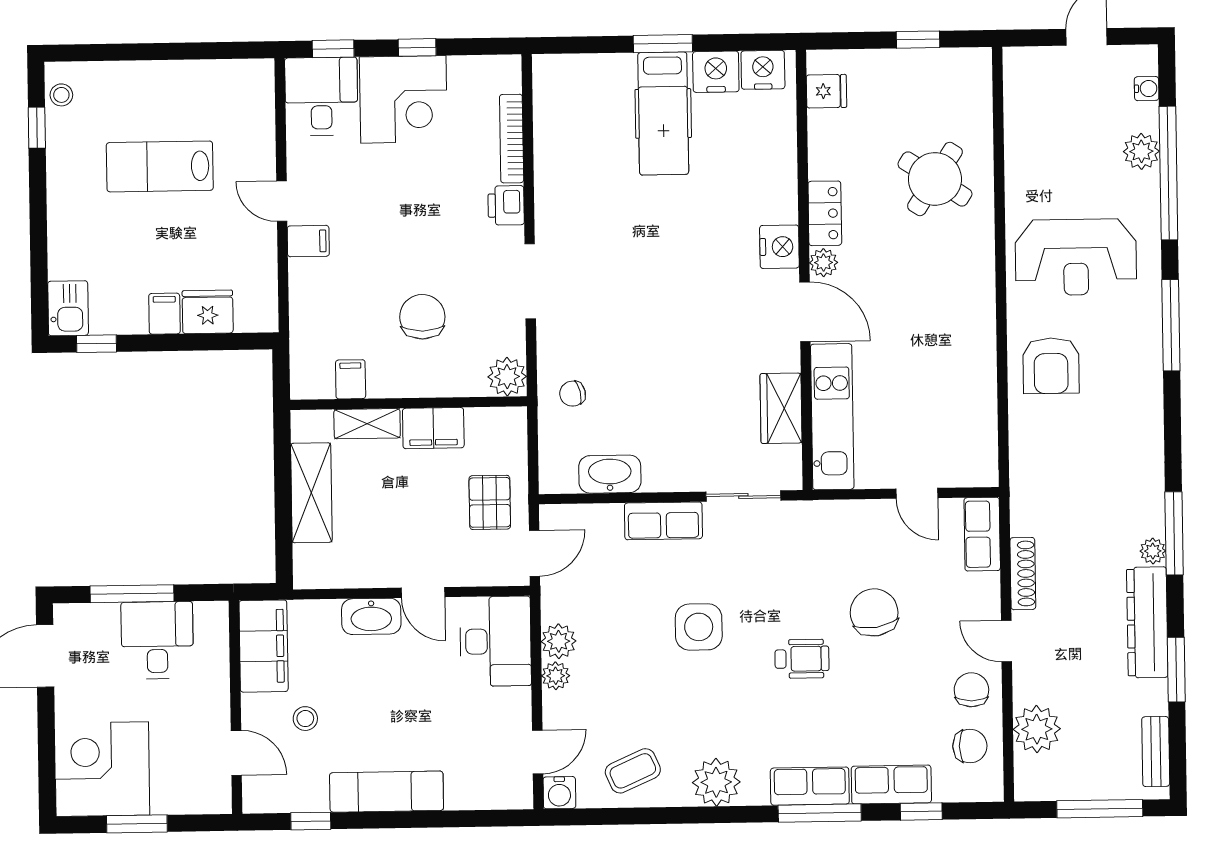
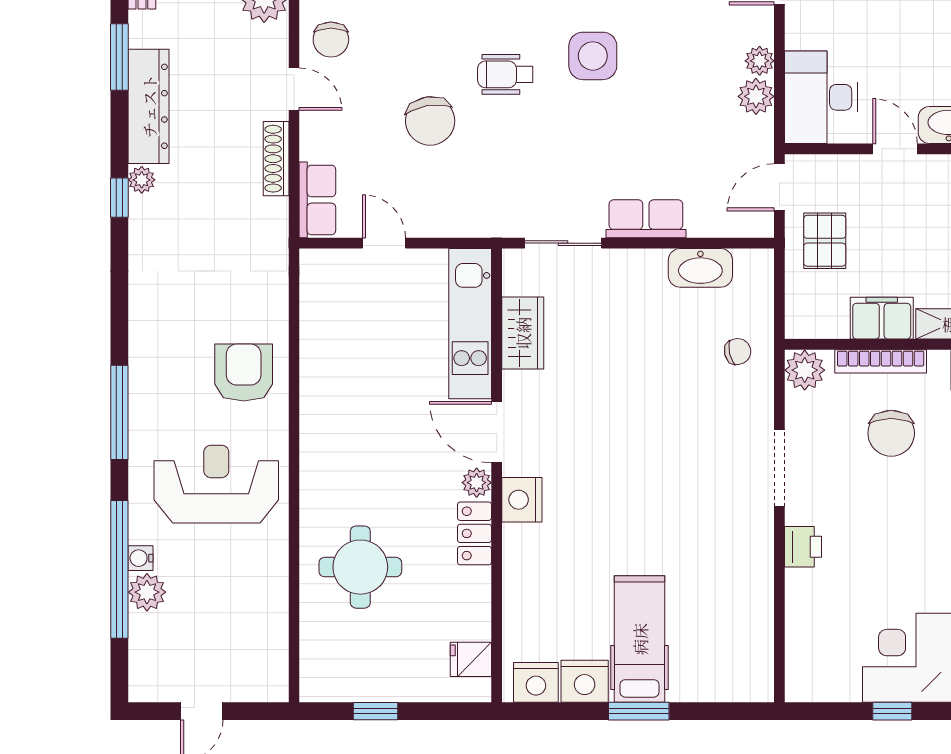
water cooler: (1147, 89) -> (141, 558), moved
bookcase: (512, 139) -> (881, 361), moved, turned 90
round table: (935, 179) -> (360, 567), turned -33
window: (1174, 533) -> (119, 198), width x0.46
side table: (699, 627) -> (593, 56), moved

